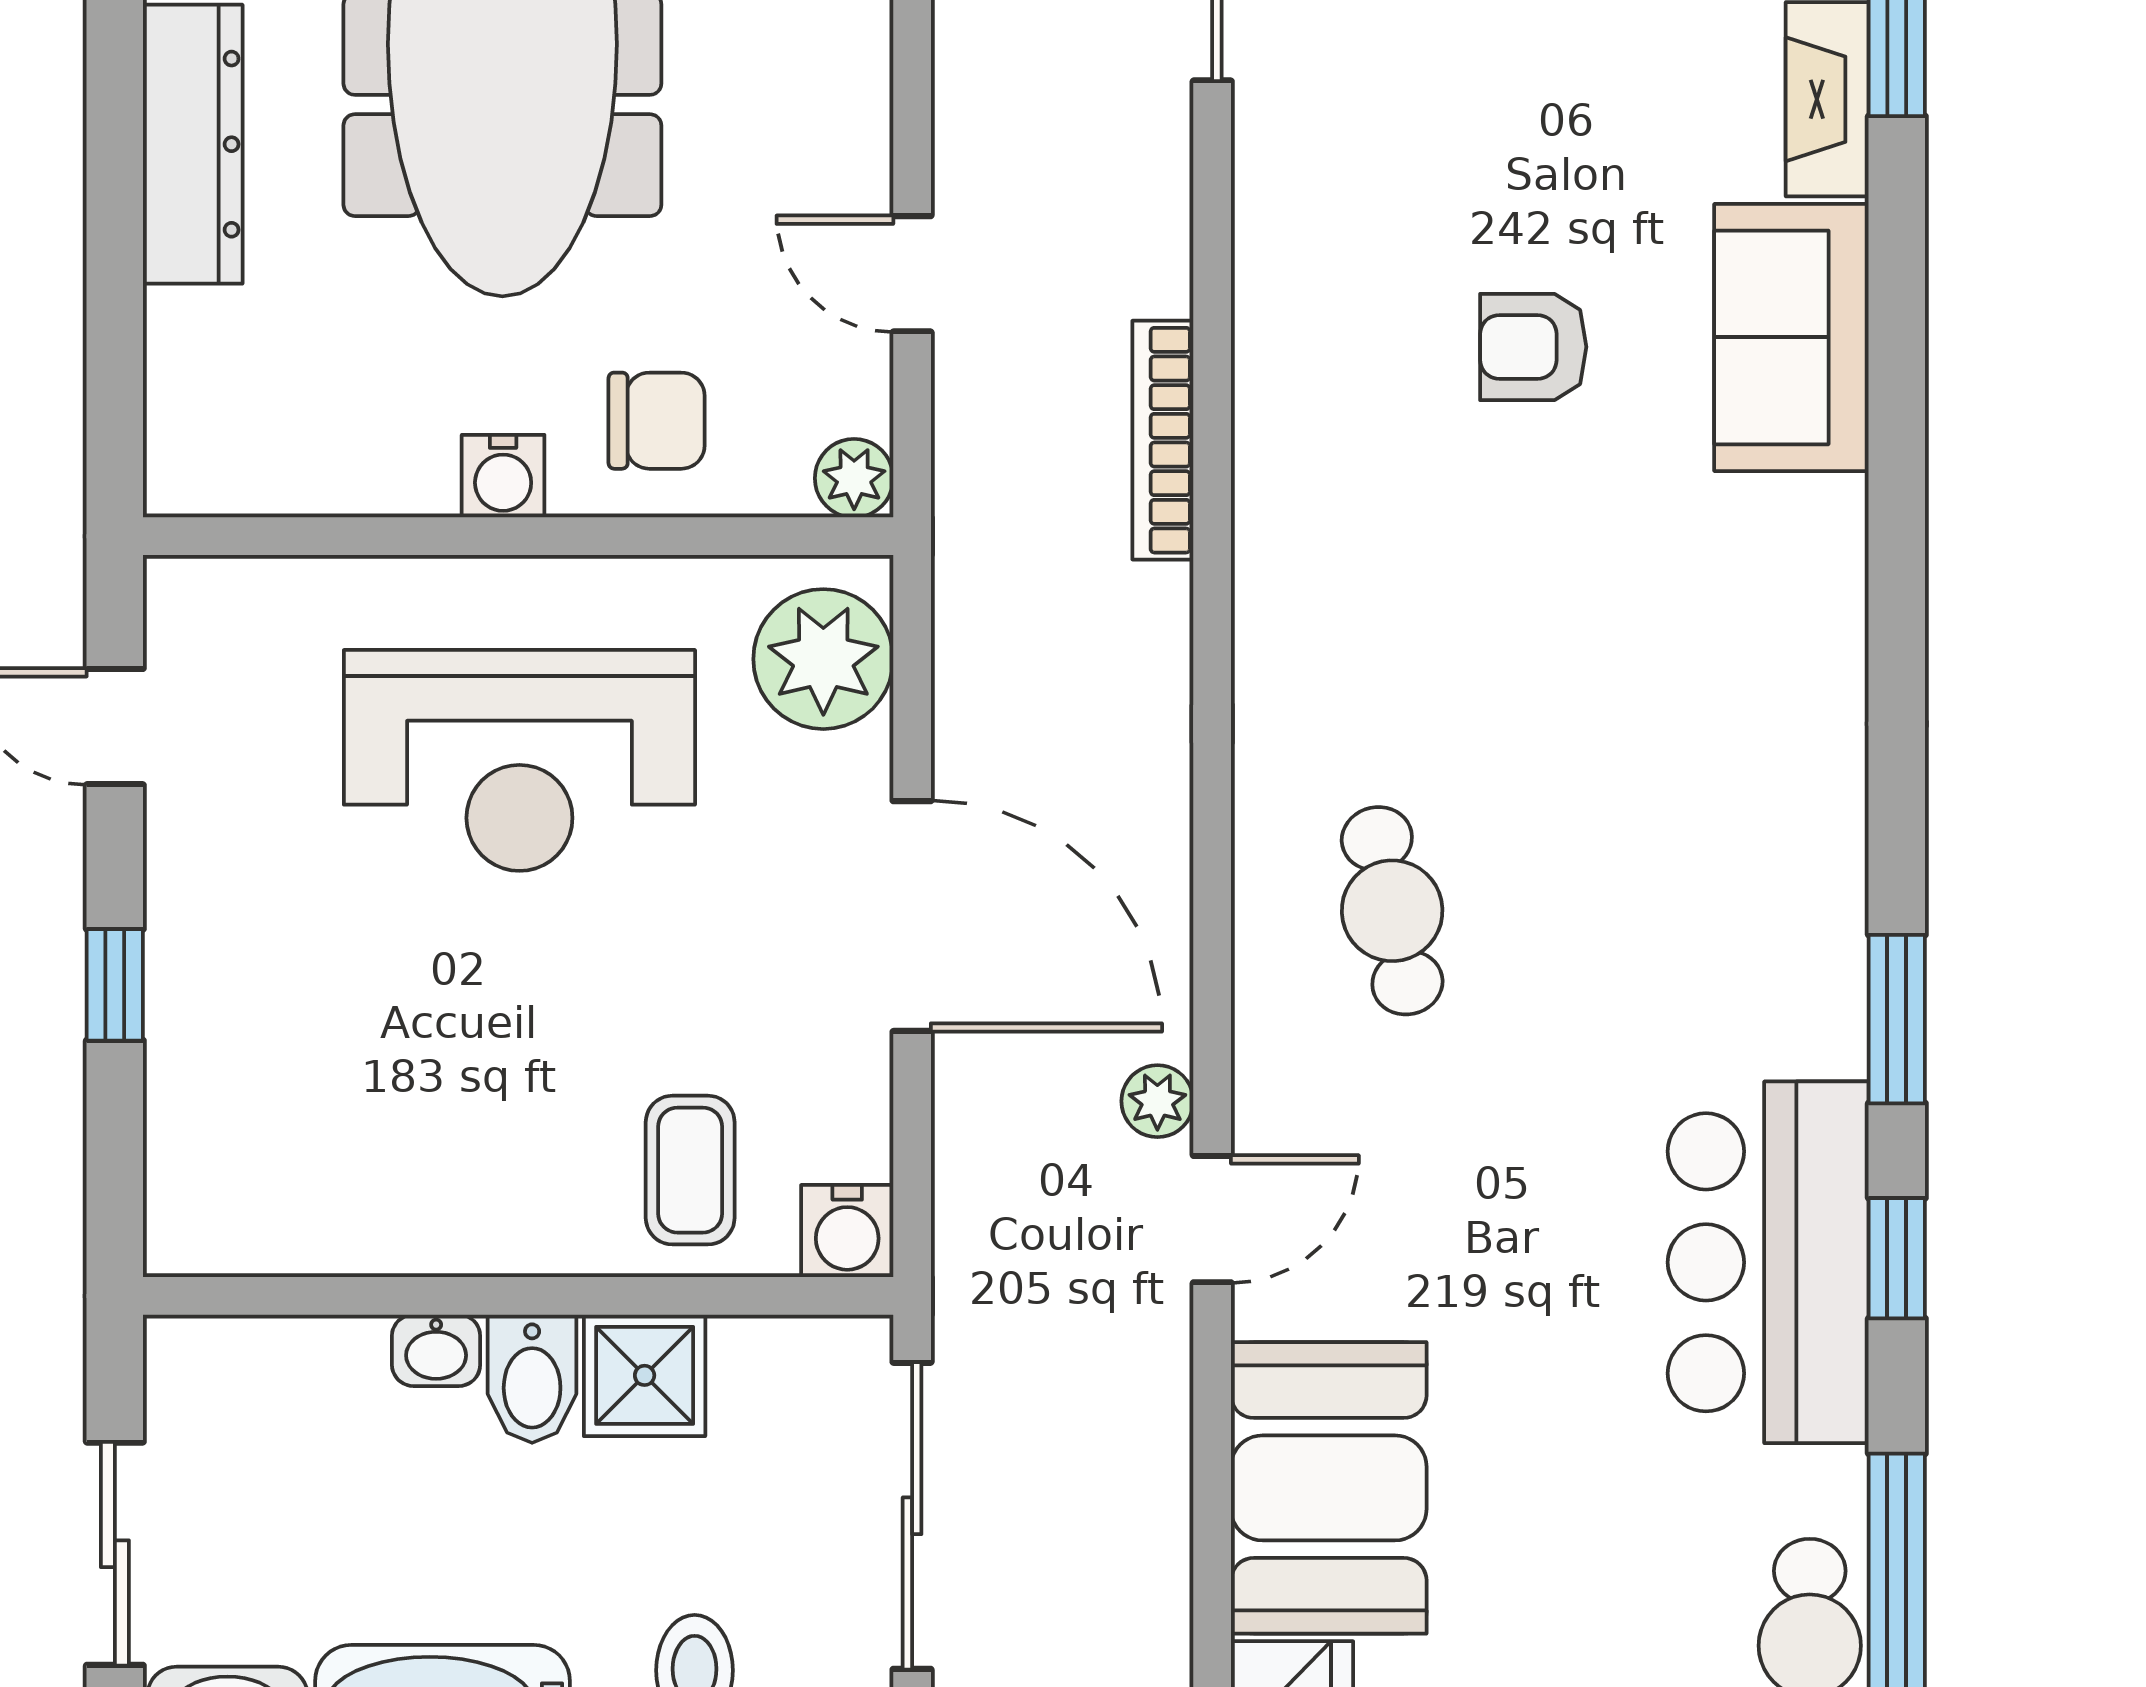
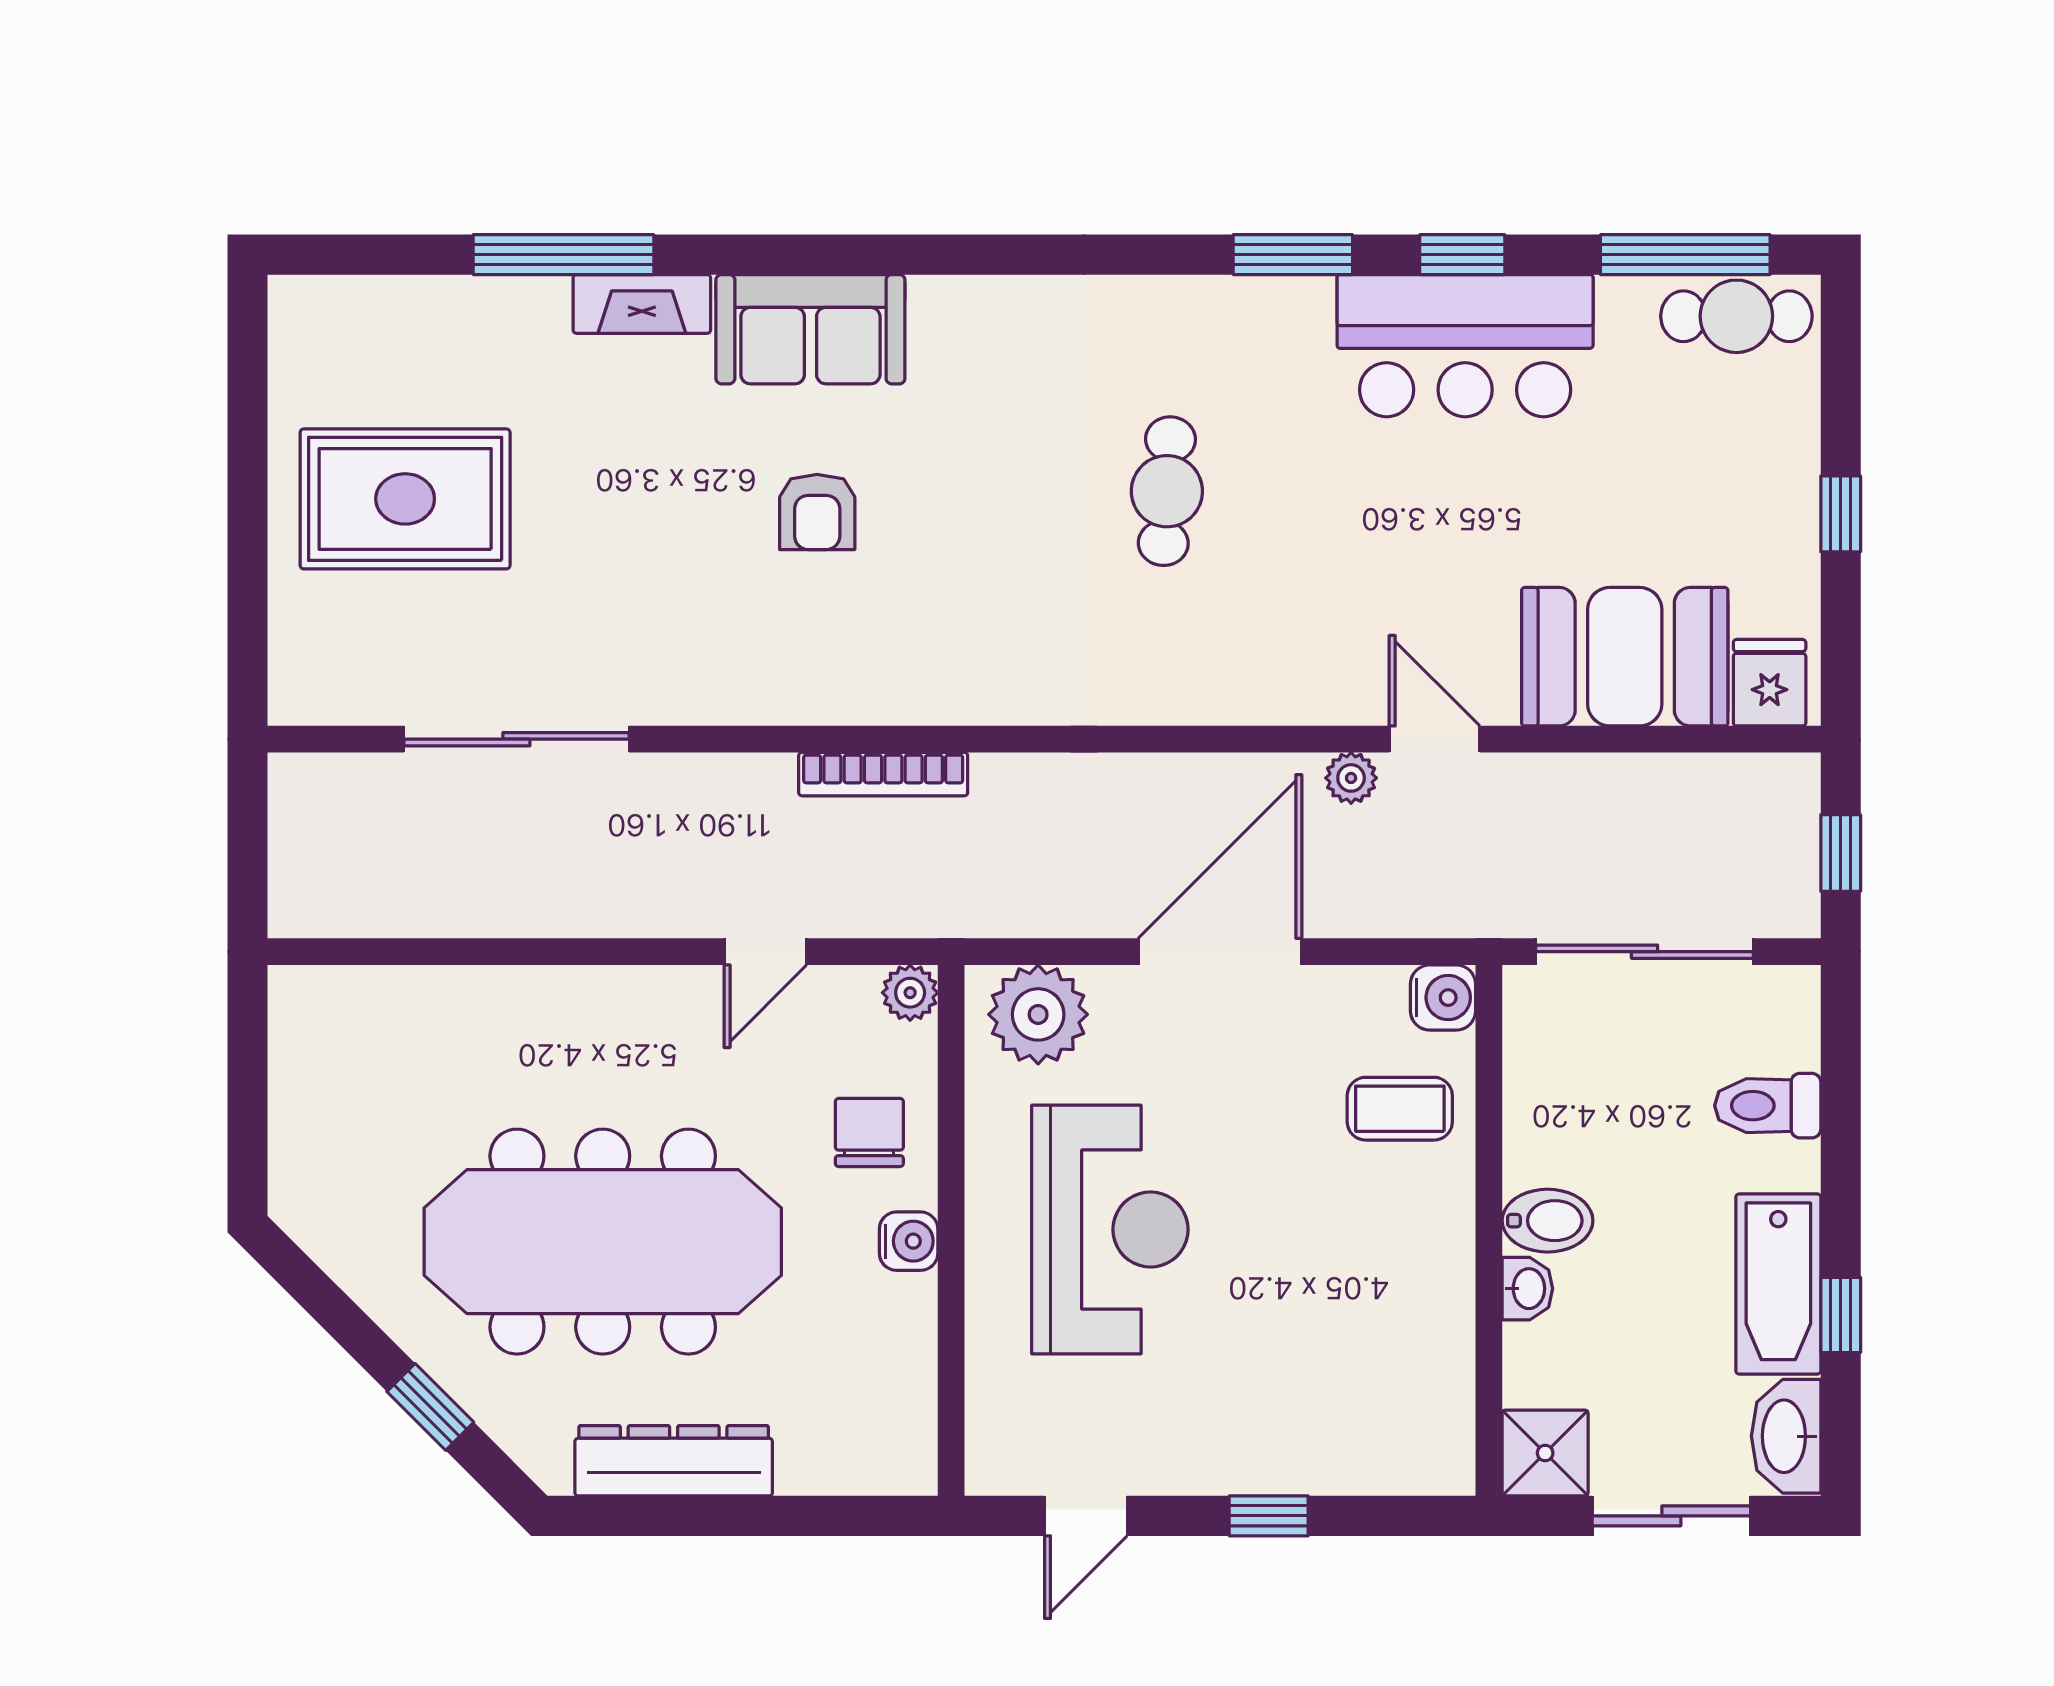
cafe table: (1392, 911) -> (1167, 491), moved, turned -74
shower: (645, 1375) -> (1545, 1453), moved

